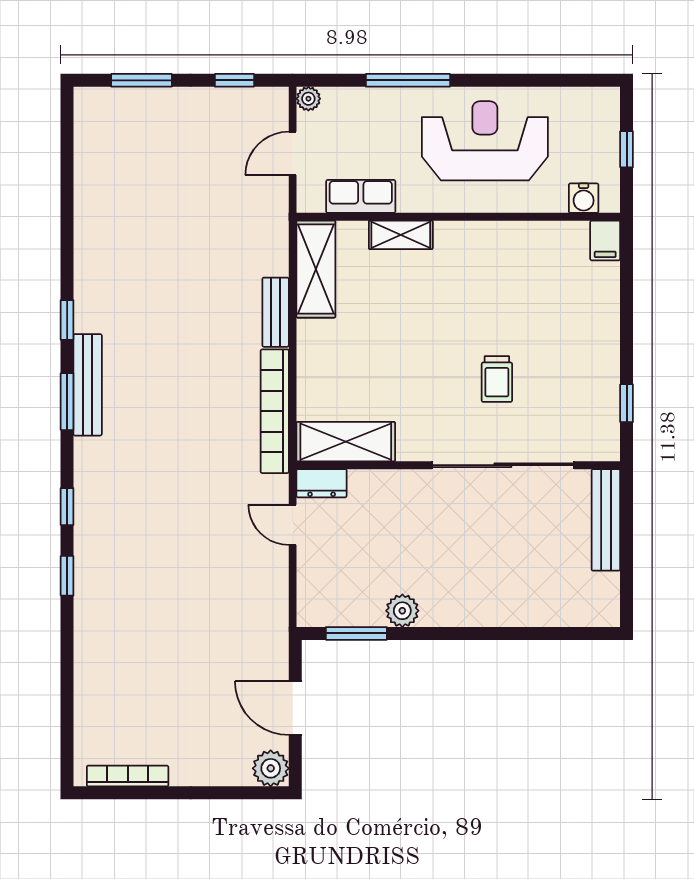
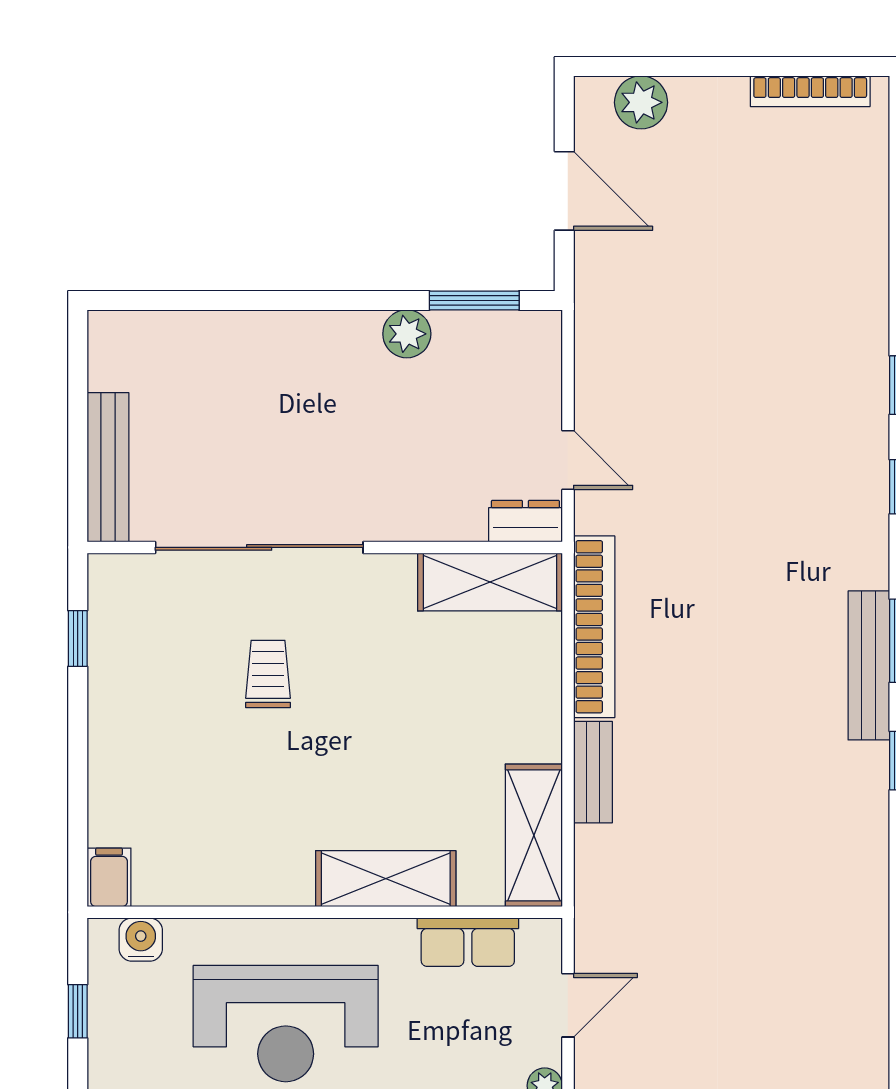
shelving: (401, 235) -> (386, 879), width x1.50, depth x1.33
plant: (271, 768) -> (641, 102), moved

